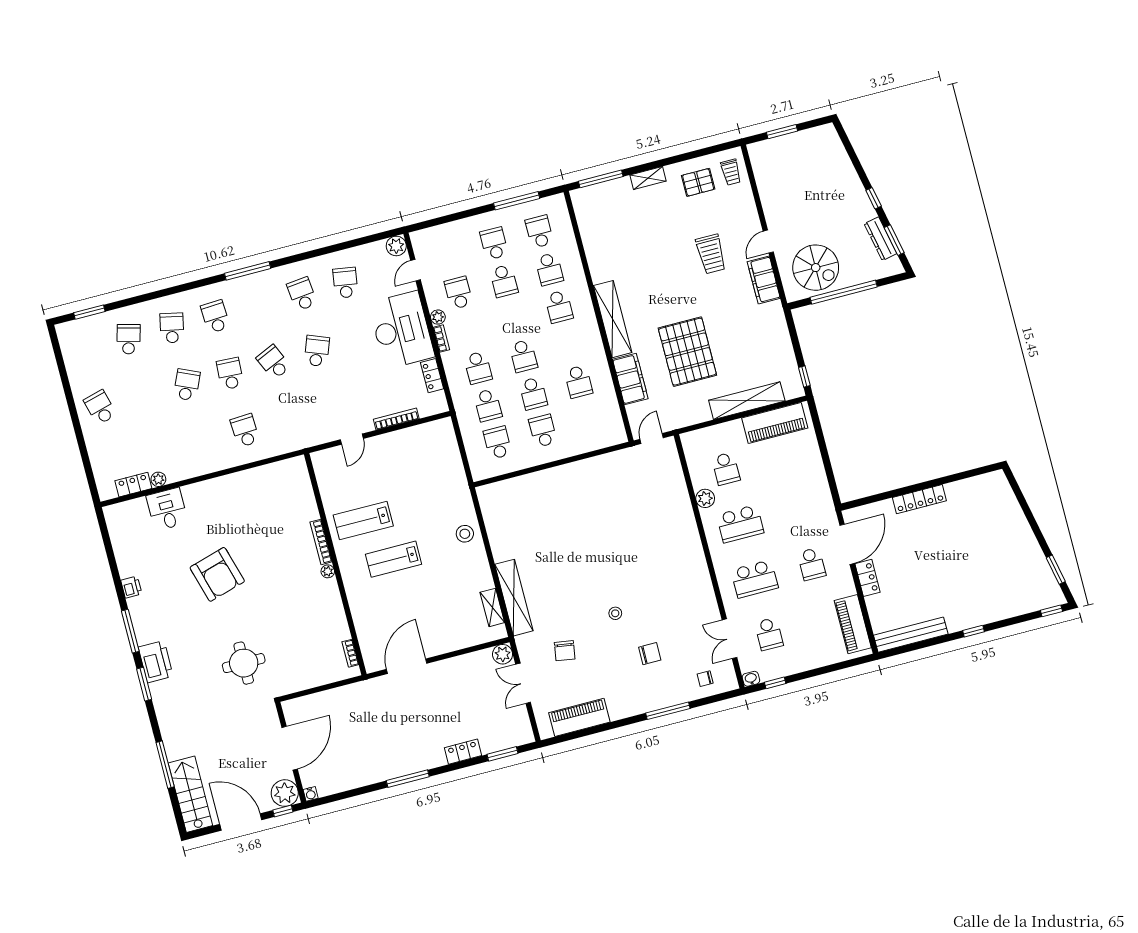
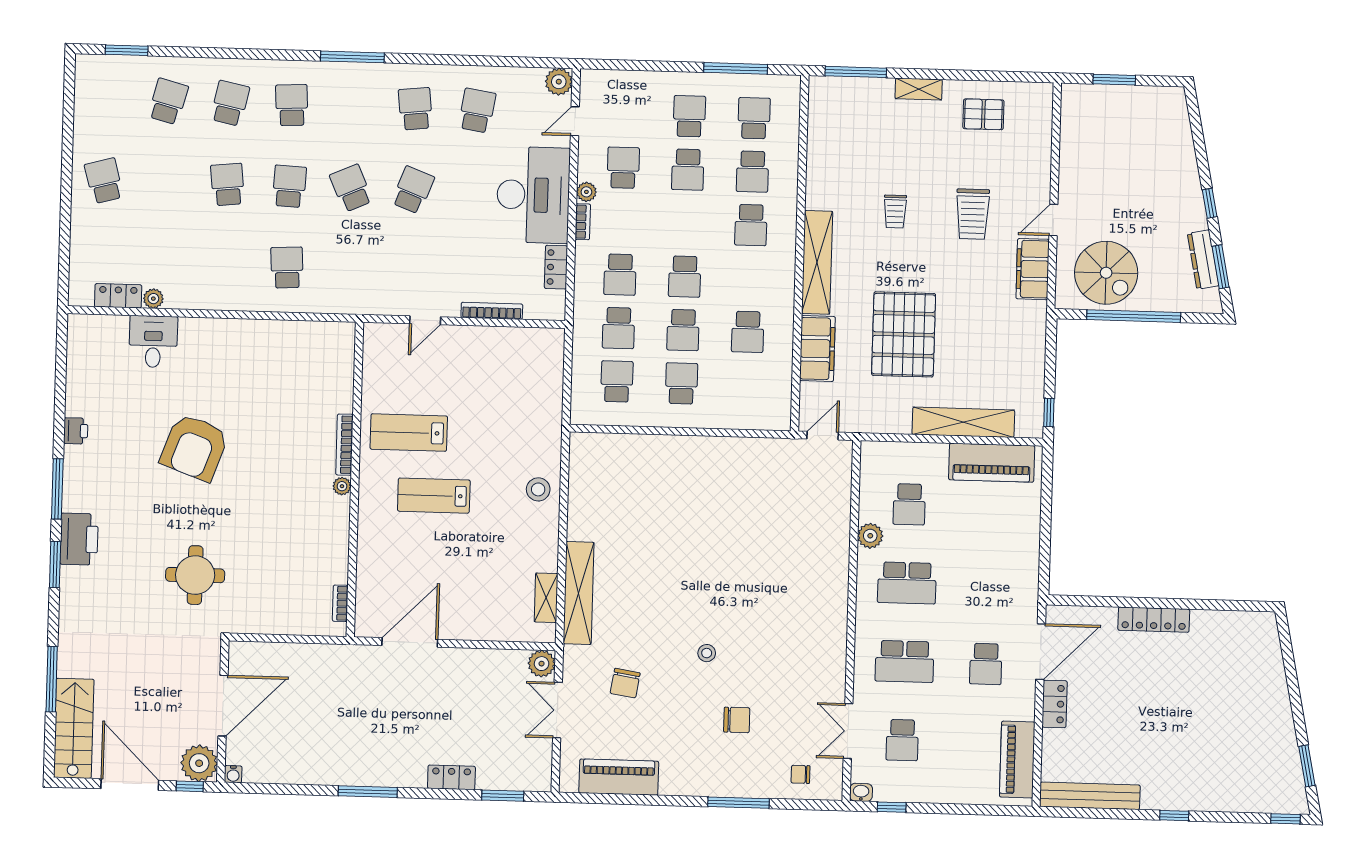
trolley: (731, 172) -> (895, 212), moved
school desk: (187, 385) -> (228, 184), turned -30
armchair: (217, 574) -> (194, 447), turned 36

